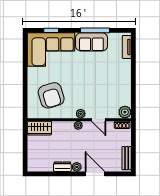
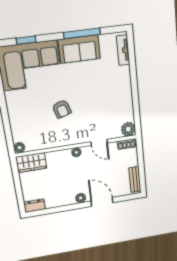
armchair: (51, 95) -> (62, 109), moved, width x0.53, depth x0.53
plant: (81, 114) -> (19, 148), moved
dresser: (62, 167) -> (35, 206), moved

